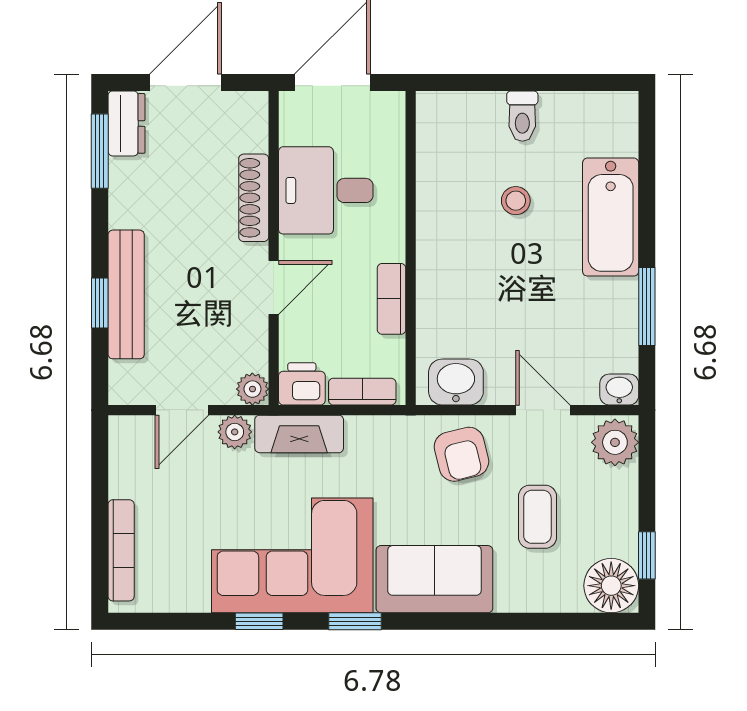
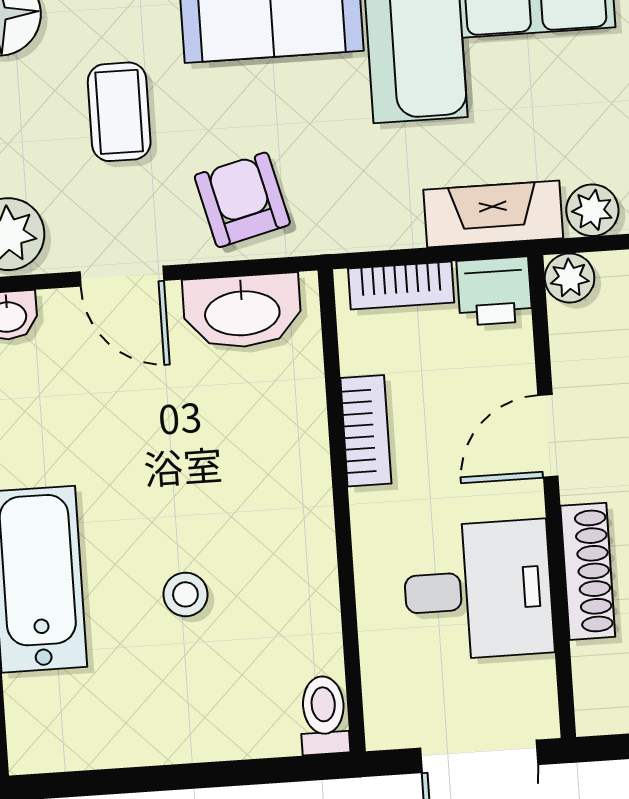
toilet: (522, 116) -> (324, 715), moved
washbasin: (456, 382) -> (242, 311), width x1.38

